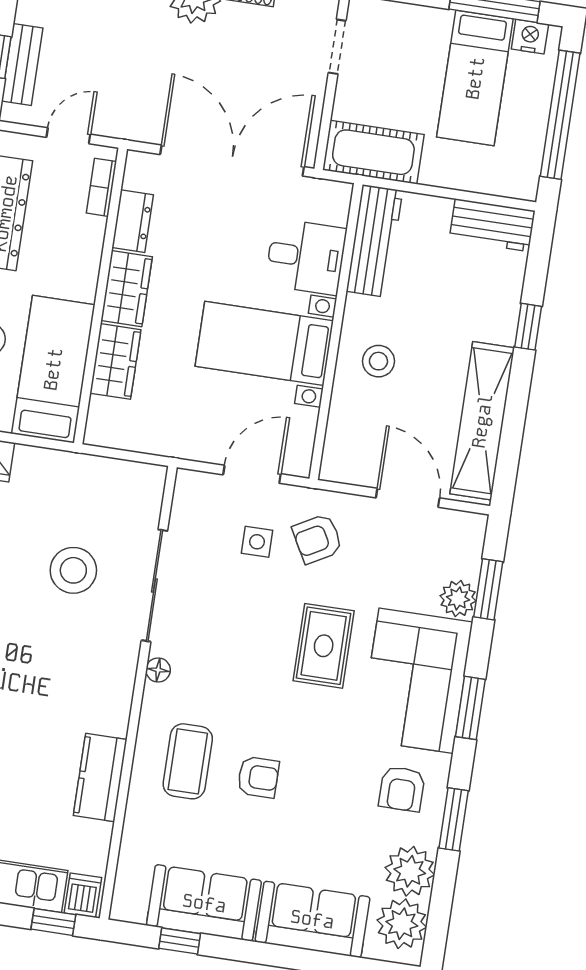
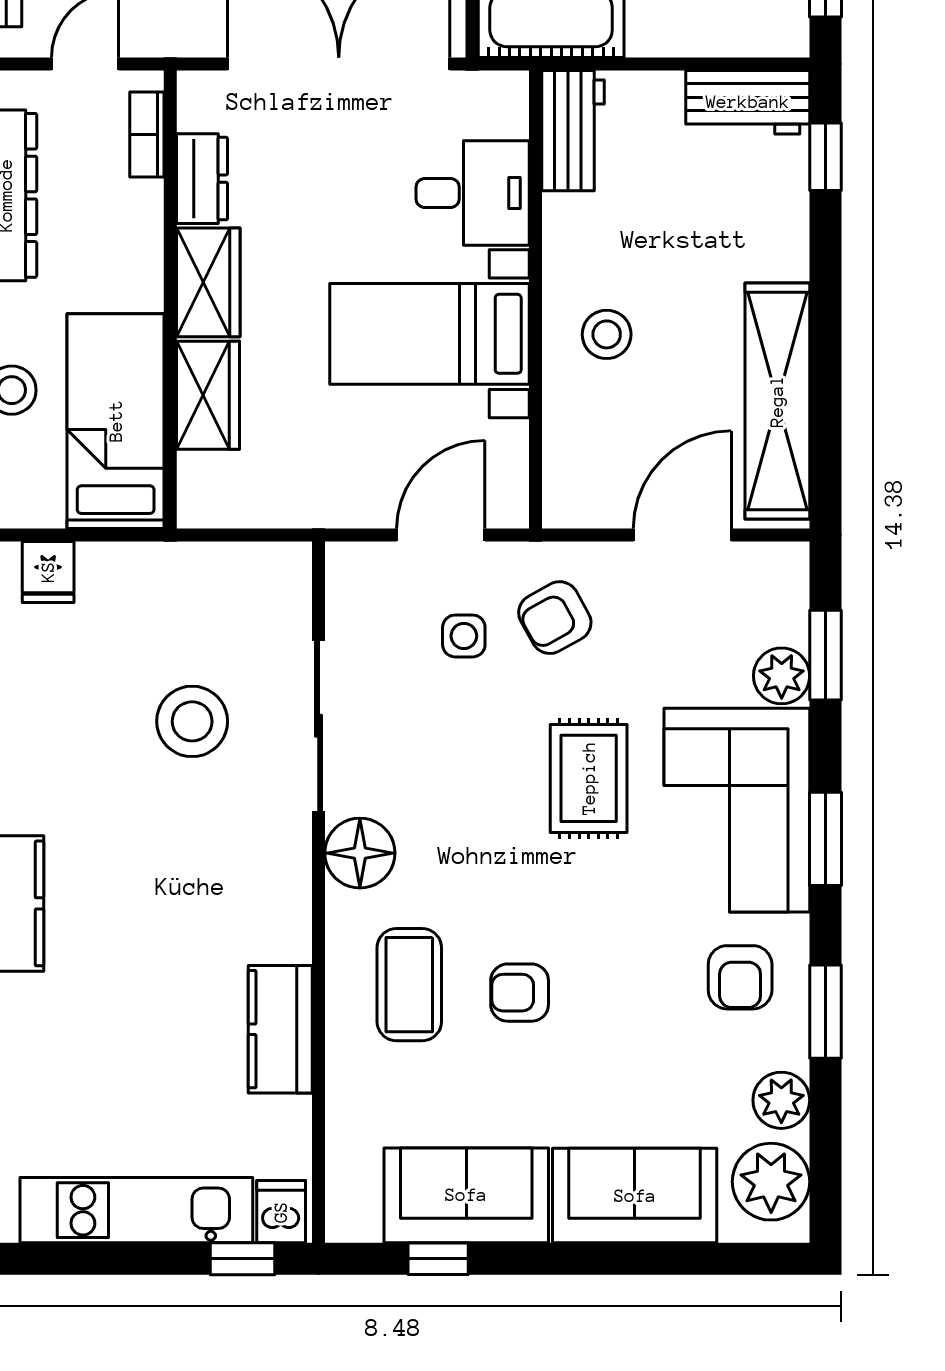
workbench: (374, 241) -> (573, 131), width x0.73
window: (528, 327) -> (825, 157), moved
door: (408, 498) -> (682, 535), hinge flipped
floor lamp: (158, 670) -> (360, 853), width x1.89, depth x1.89
armchair: (258, 777) -> (520, 993), turned 180
plant: (410, 871) -> (781, 1100), width x0.73, depth x0.73

